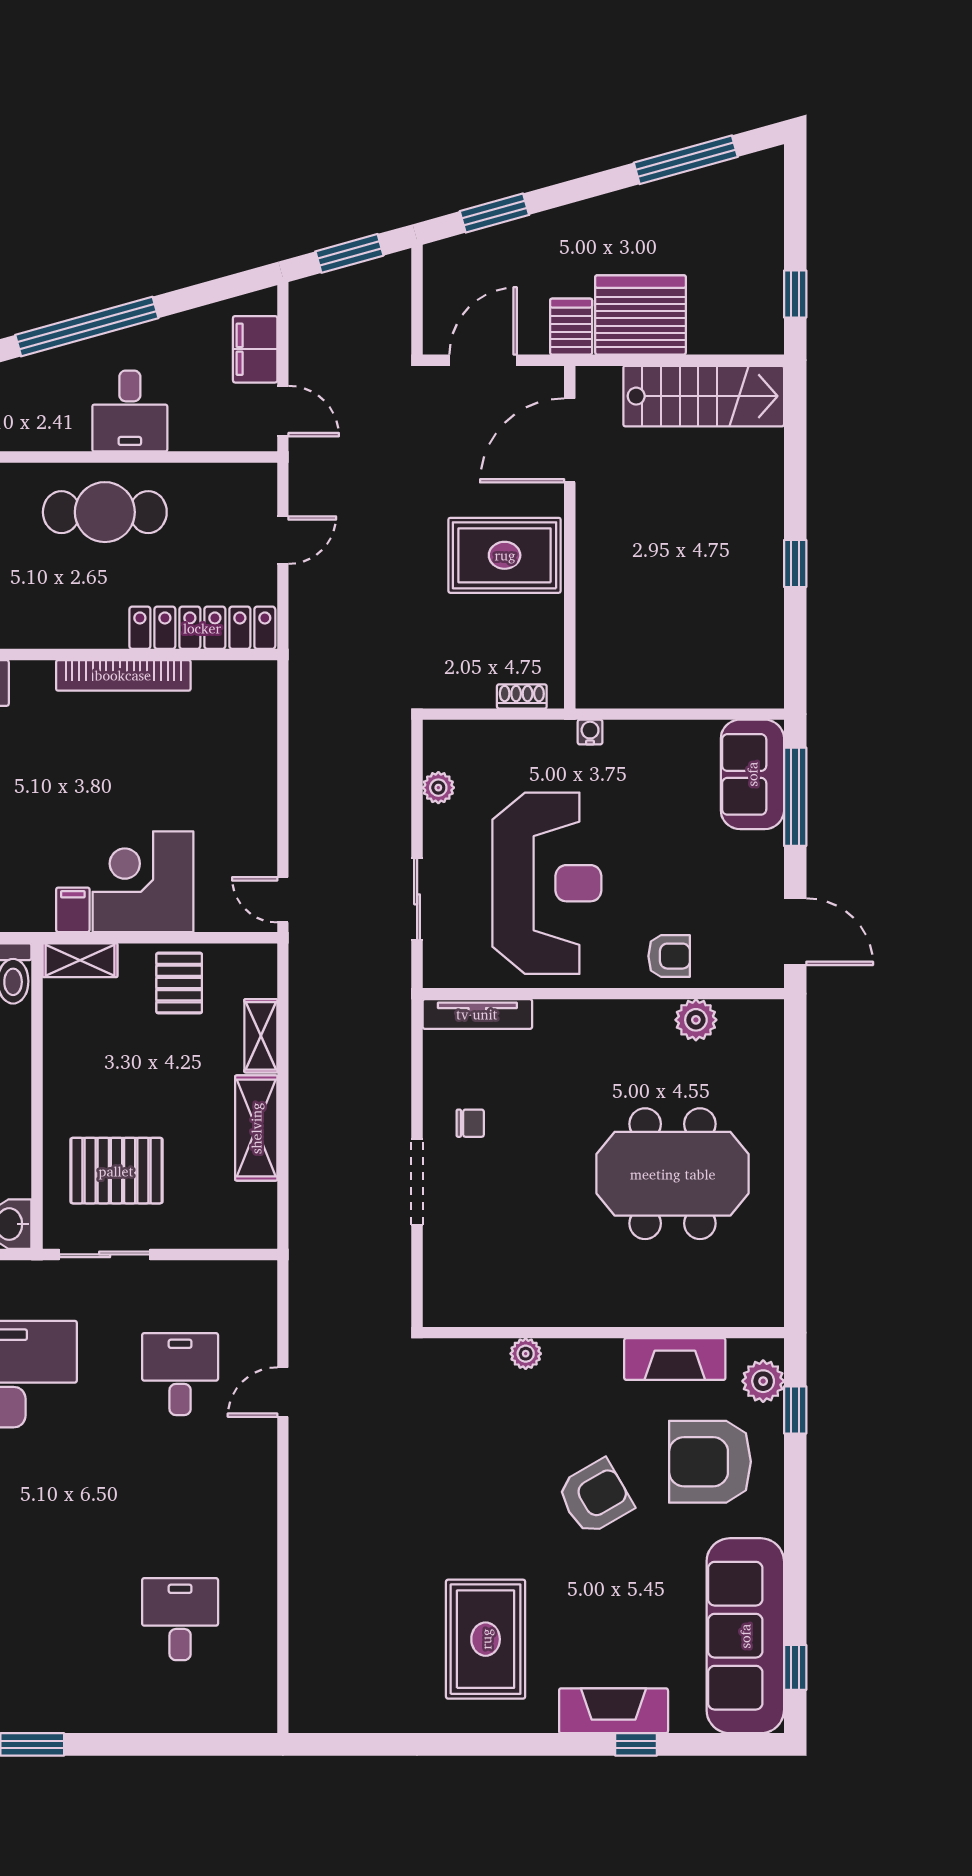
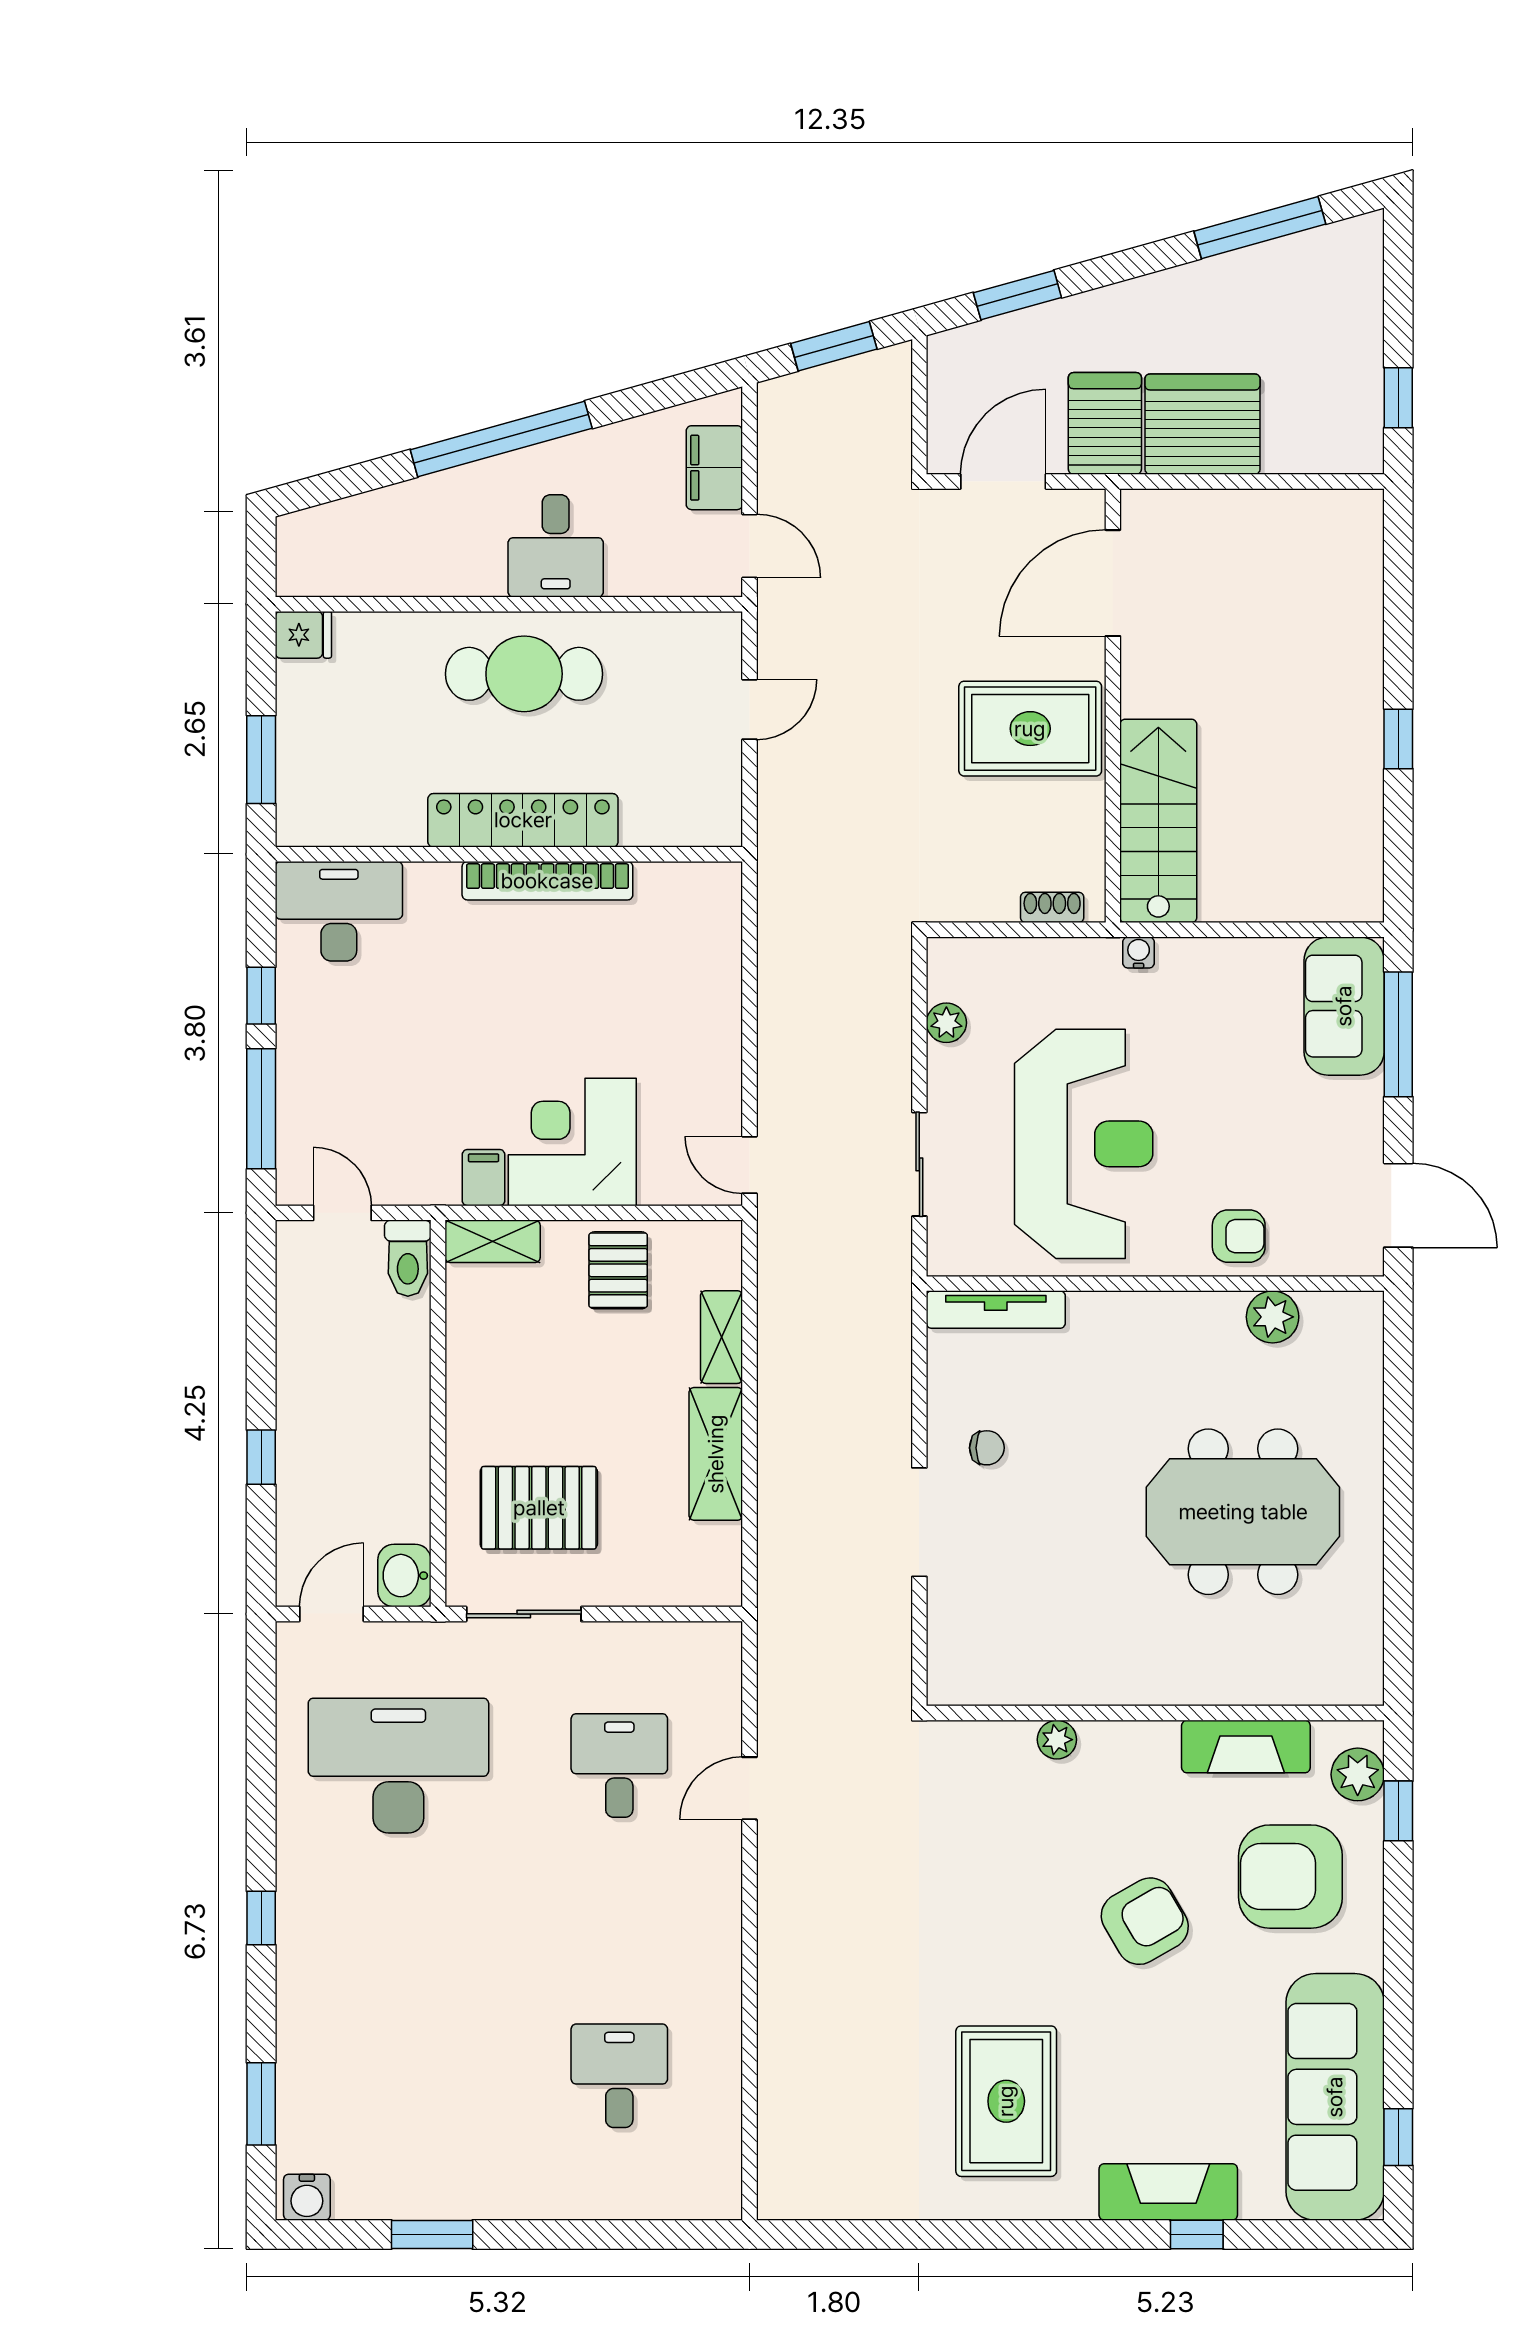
server rack: (571, 327) -> (1105, 423), width x1.36, depth x1.44
stairs: (704, 396) -> (1158, 821), moved, turned -90
locker: (202, 628) -> (523, 820), moved

